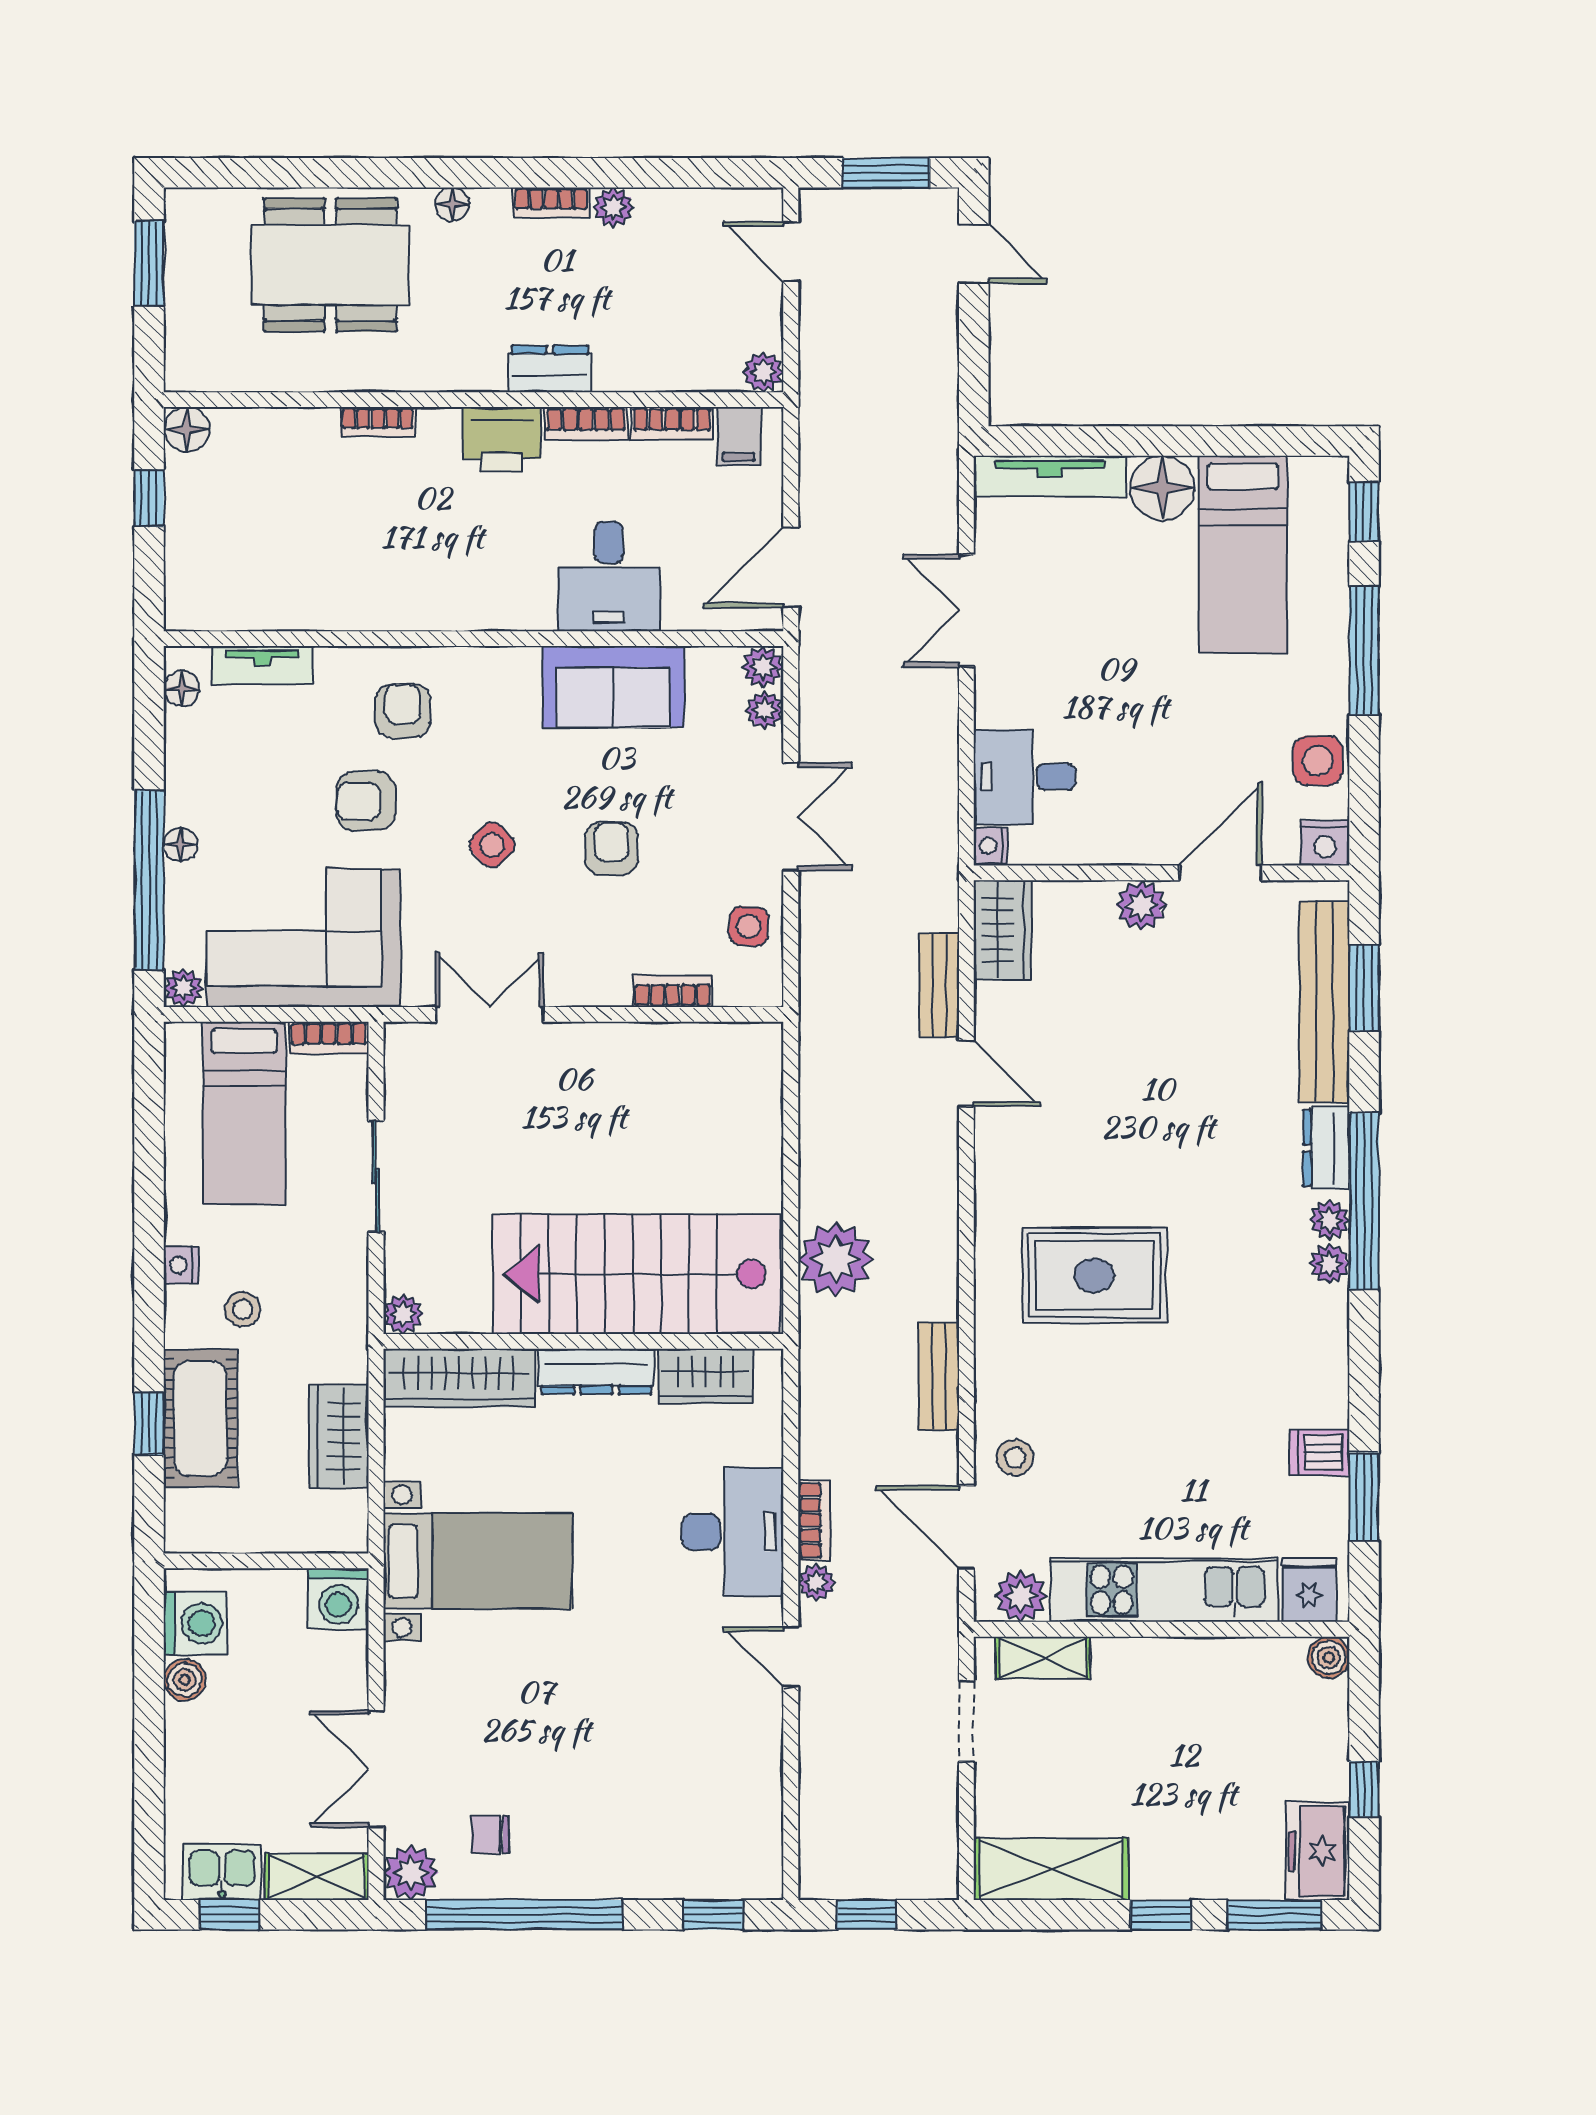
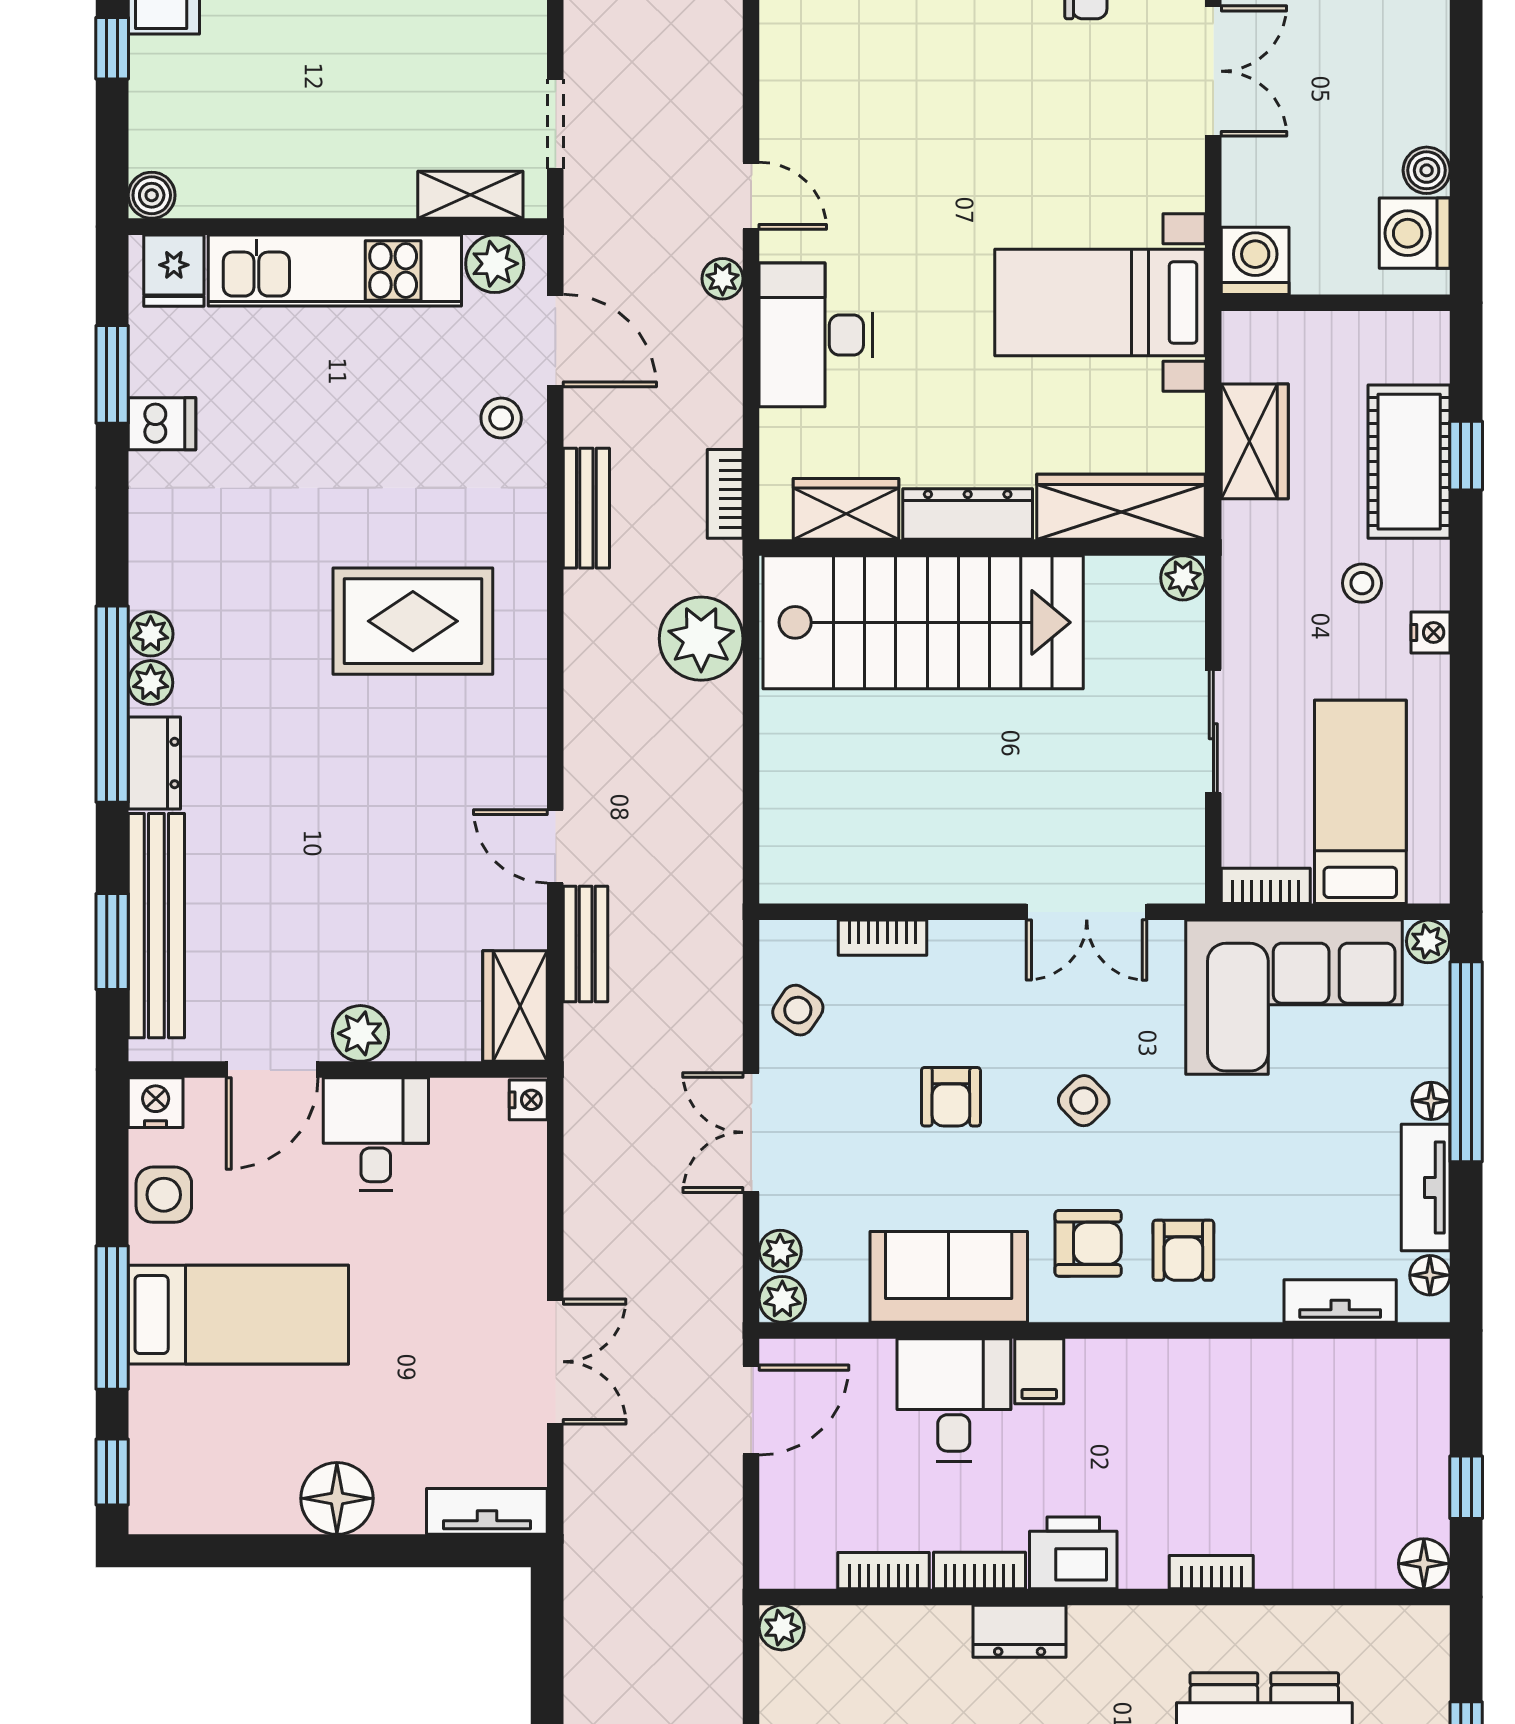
filing cabinet: (739, 436) -> (1039, 1371), moved, turned 180
tv unit: (1050, 476) -> (487, 1511), width x0.71
bed: (1243, 554) -> (238, 1315), moved, turned 90
tv unit: (185, 767) -> (1426, 1187), added
desk: (1025, 777) -> (376, 1134), moved, turned -90
armchair: (366, 801) -> (1088, 1243), moved
side table: (749, 926) -> (798, 1010), turned 30
bookcase: (814, 1520) -> (725, 494), moved

